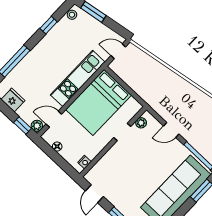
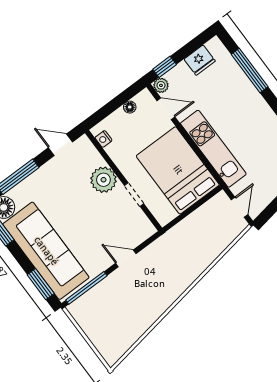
door: (54, 119) -> (166, 109), hinge flipped
plant: (141, 123) -> (103, 180), moved, width x1.88, depth x1.88
door: (171, 130) -> (126, 258), hinge flipped

